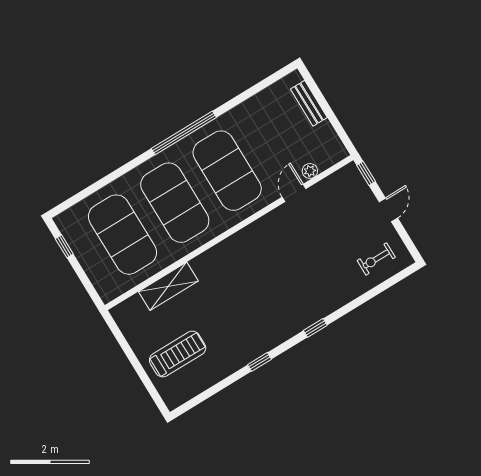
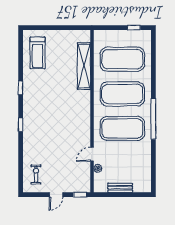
bench: (309, 103) -> (120, 188), moved
door: (294, 193) -> (92, 154), swing flipped
door: (388, 210) -> (56, 195), hinge flipped
shelving: (168, 286) -> (84, 66), width x1.47
treadmill: (178, 354) -> (38, 53), moved

